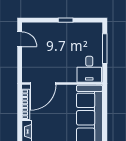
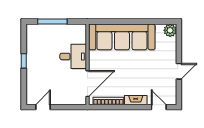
desk: (89, 69) -> (73, 56), moved
door: (43, 83) -> (87, 84), hinge flipped

